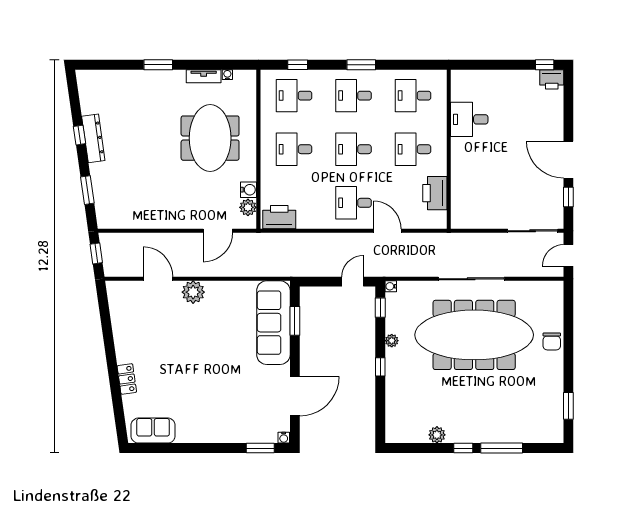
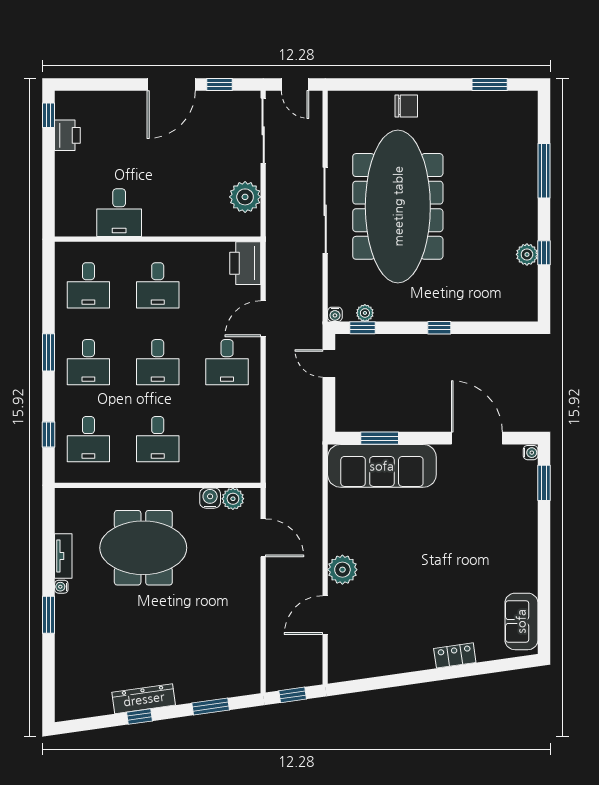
water cooler: (227, 75) -> (61, 587), moved
printer: (552, 79) -> (67, 135), moved
printer: (435, 193) -> (245, 263), moved, turned 90
printer: (279, 217) -> (246, 458), removed
plant: (481, 217) -> (245, 197), added
plant: (392, 341) -> (365, 313), moved
window: (463, 448) -> (544, 253), moved

